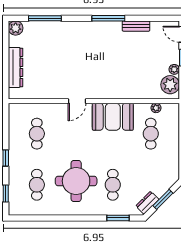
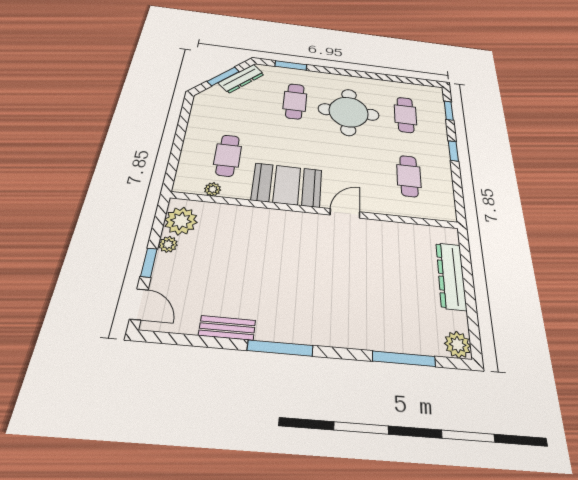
dresser: (147, 203) -> (241, 79), width x1.44

